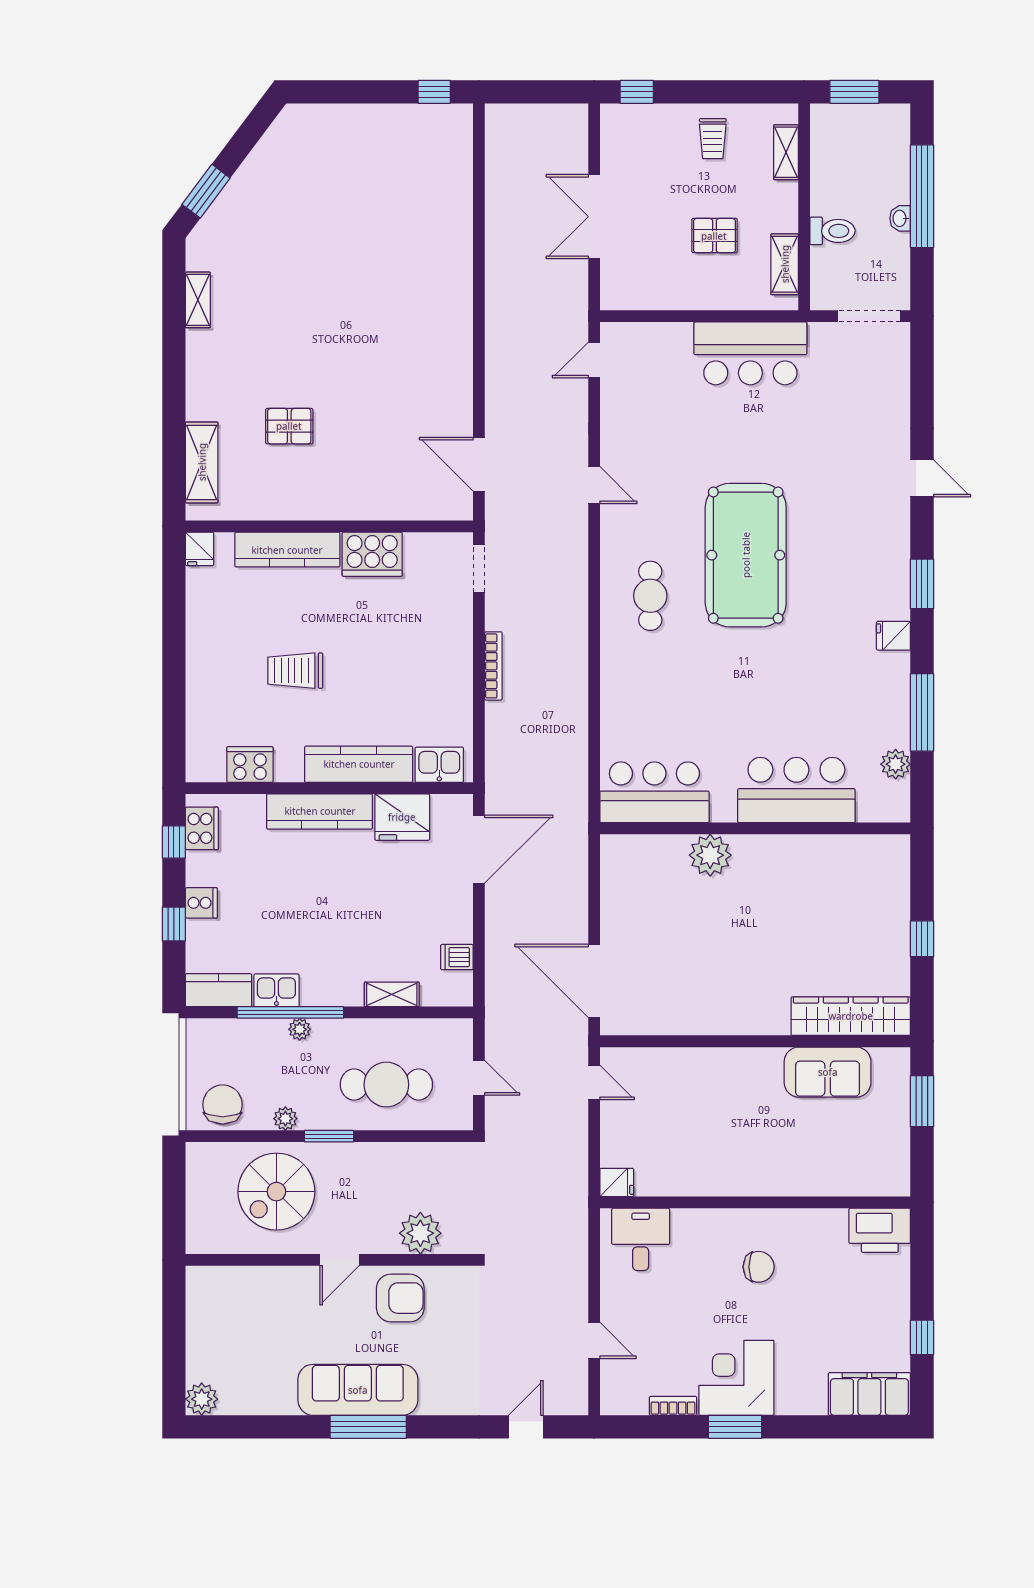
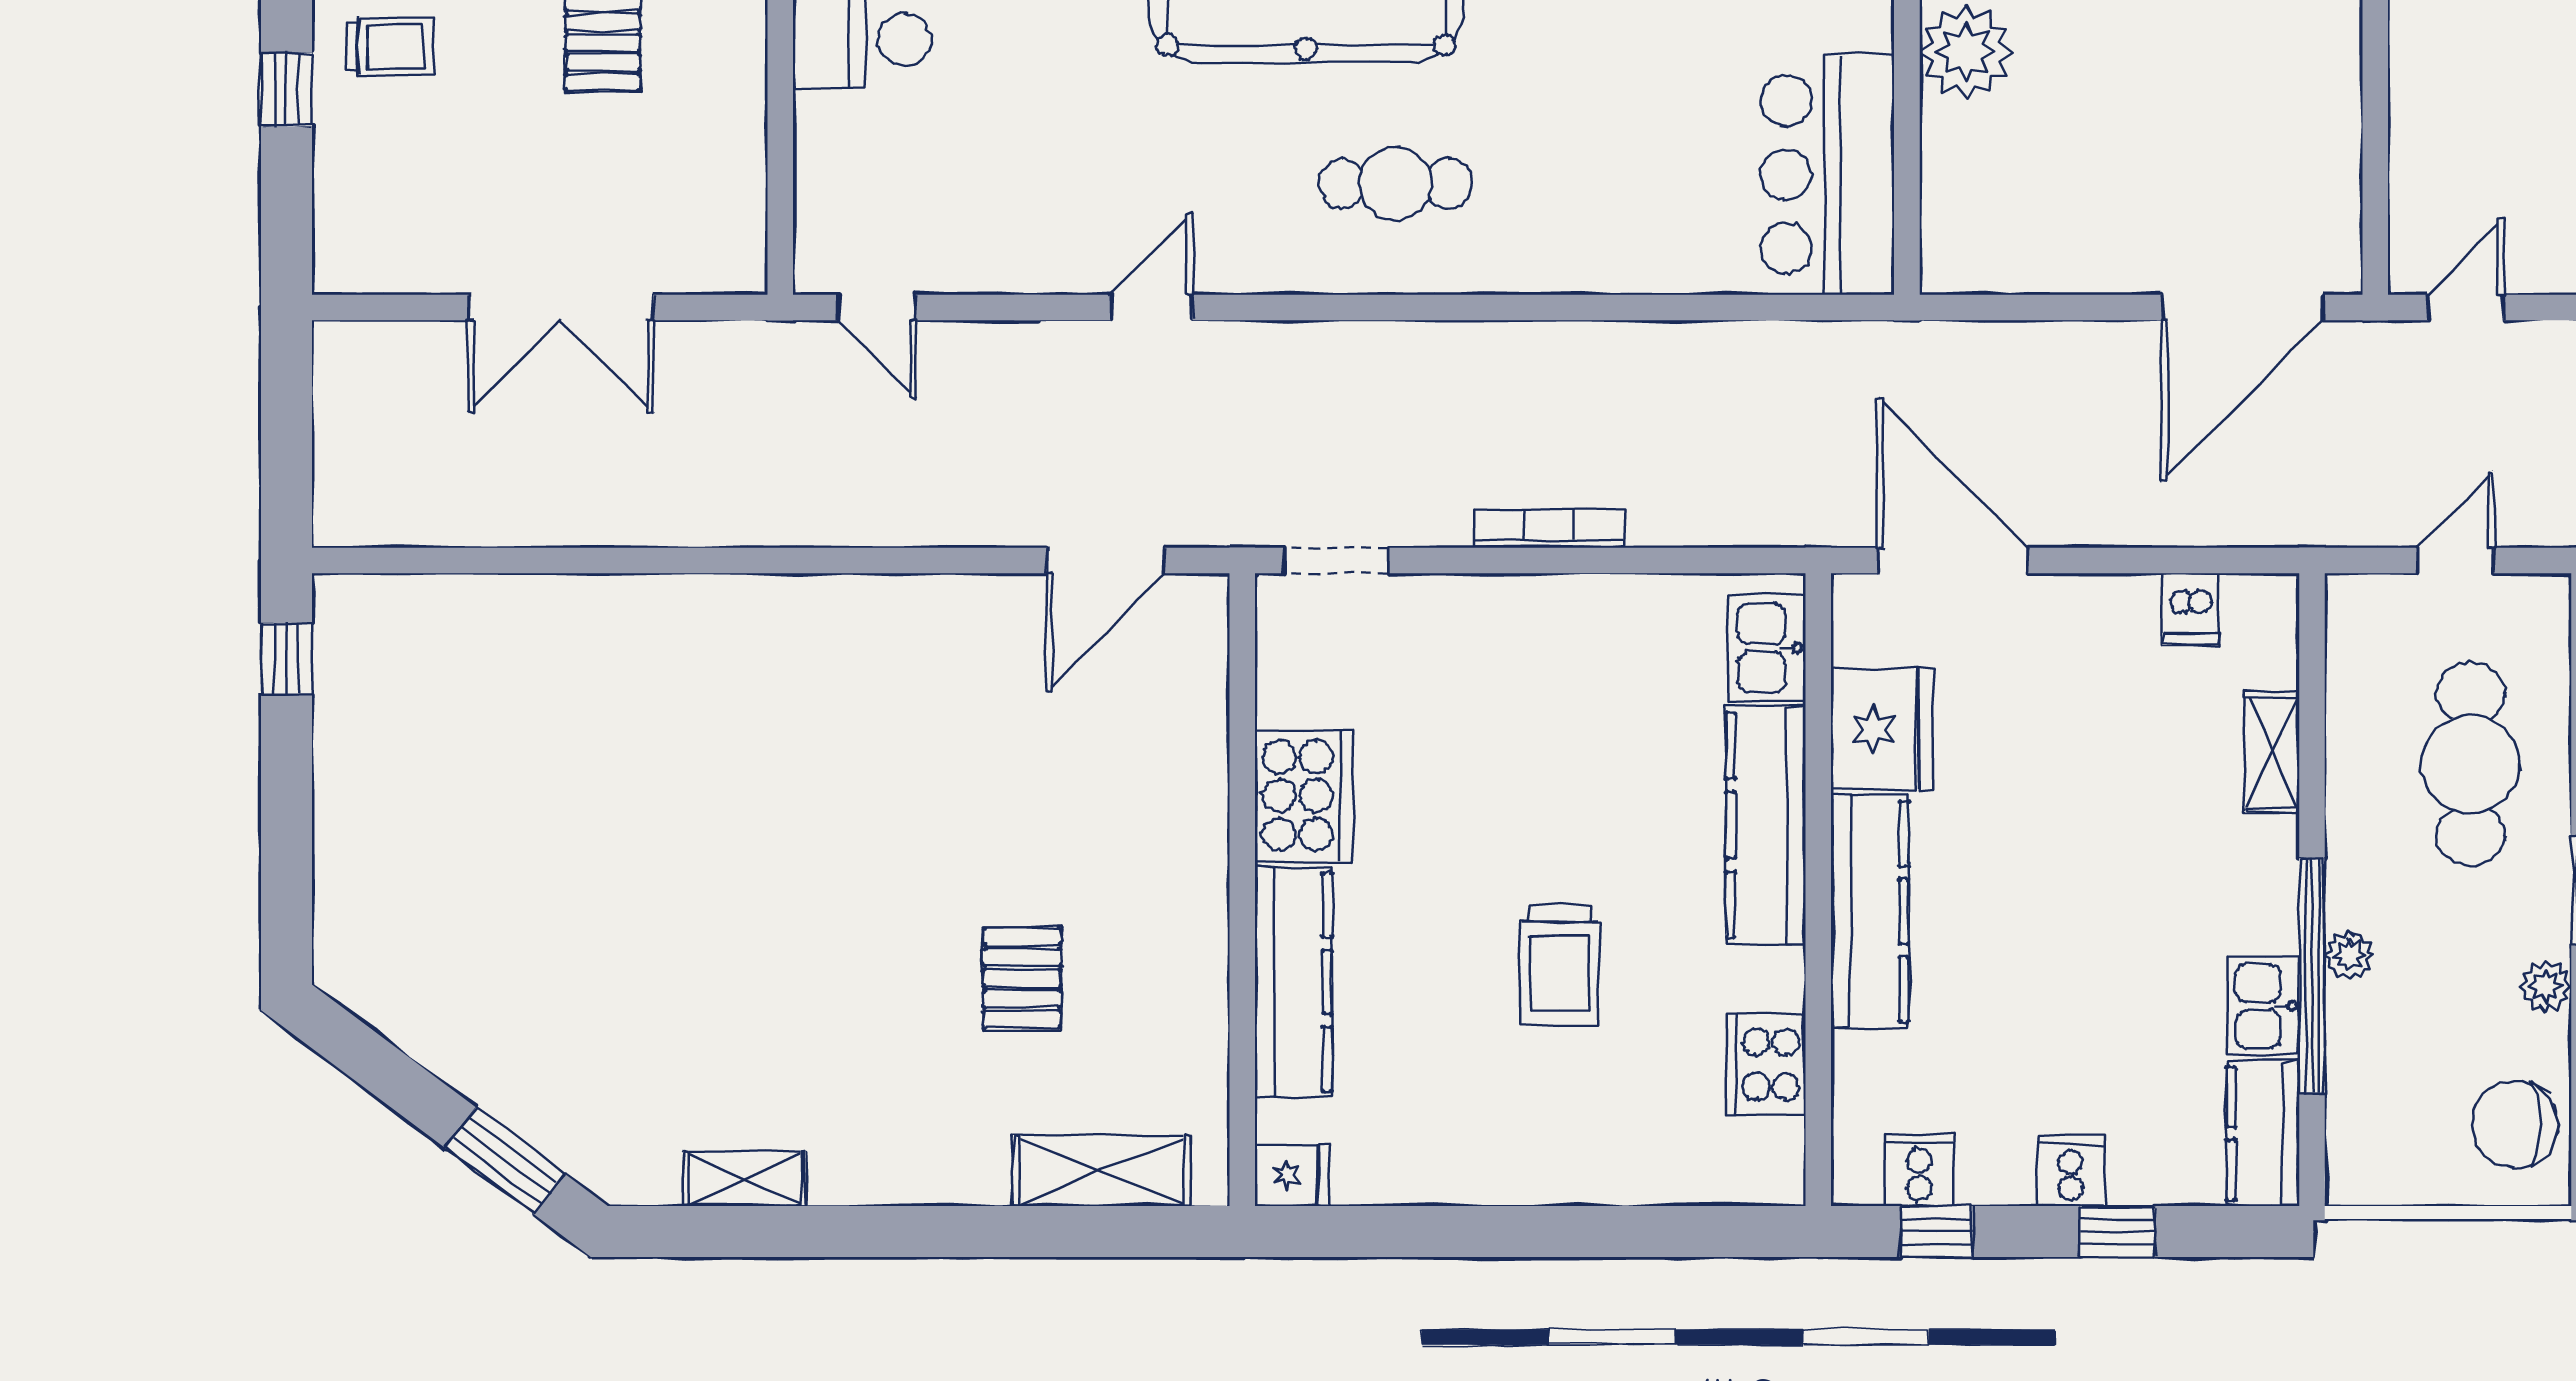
window: (637, 92) -> (287, 90), moved
cooker: (202, 828) -> (1919, 1170), width x0.73

